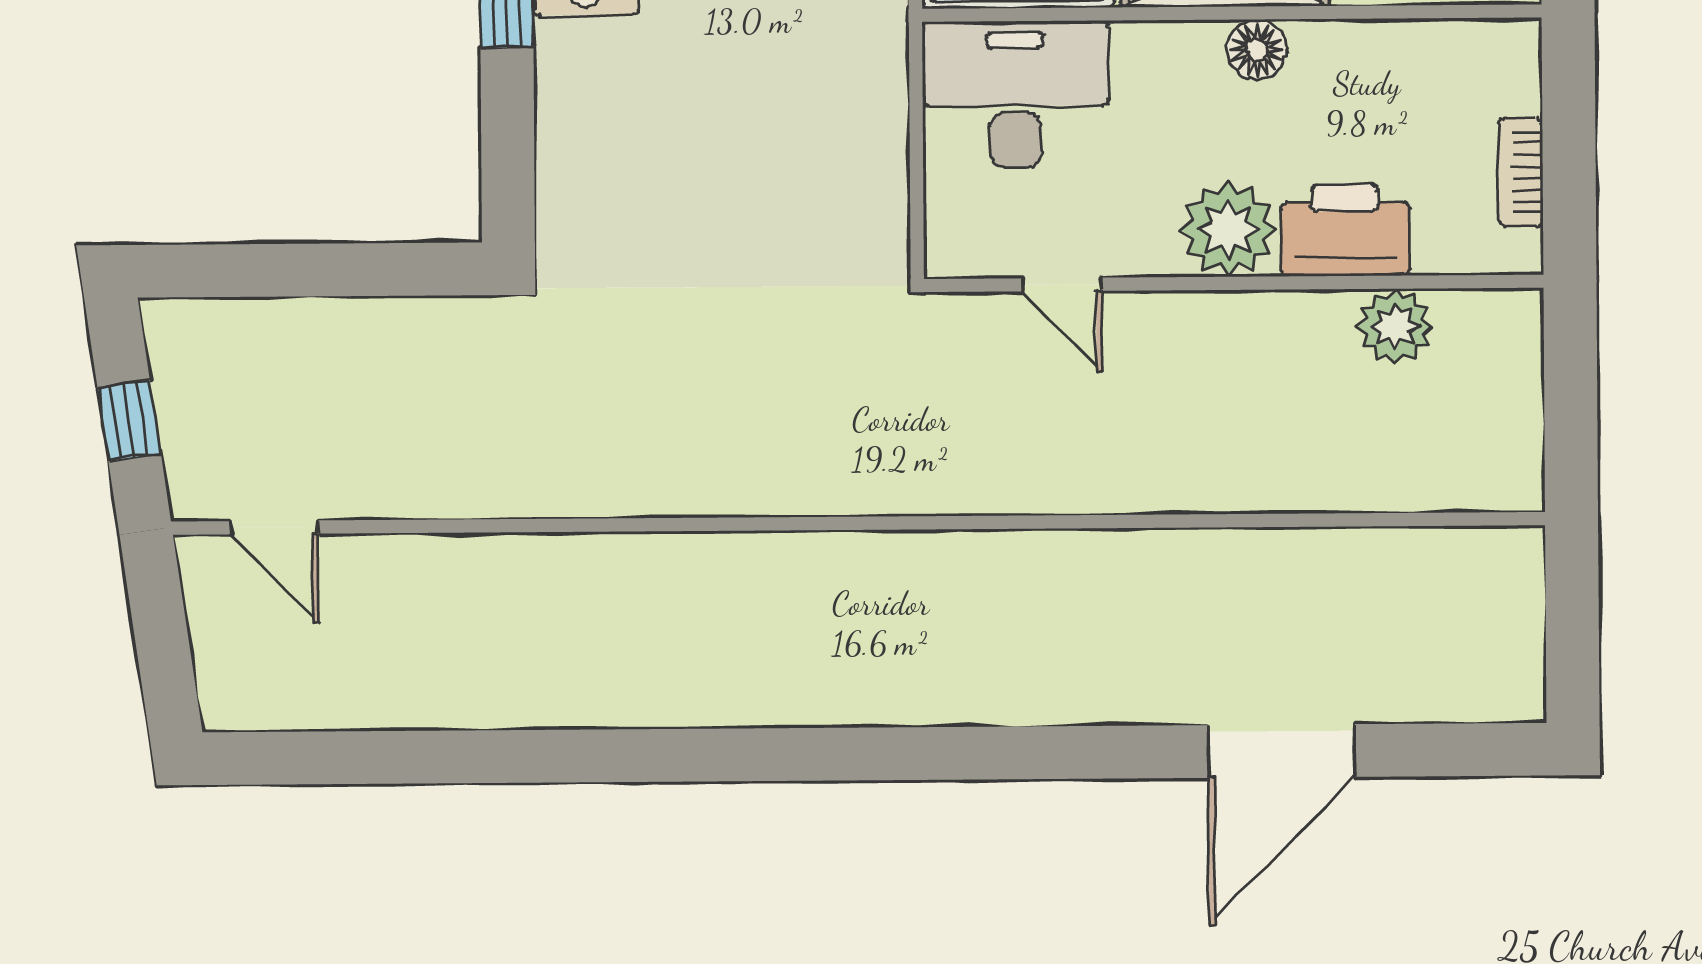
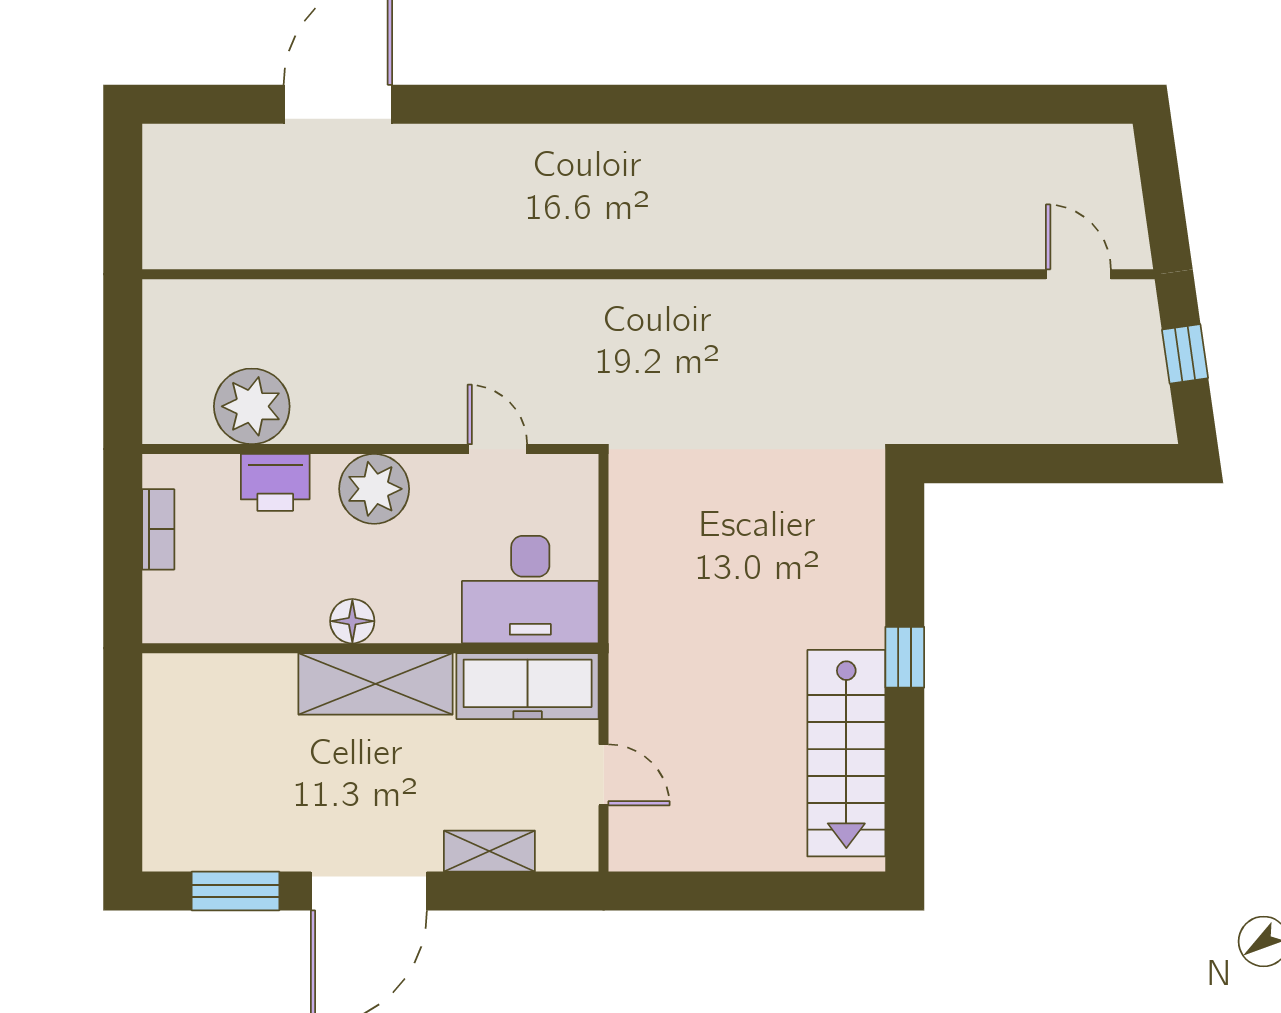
printer: (1345, 230) -> (275, 482), width x0.73, depth x0.84
plant: (1395, 326) -> (252, 406), width x1.36, depth x1.36

